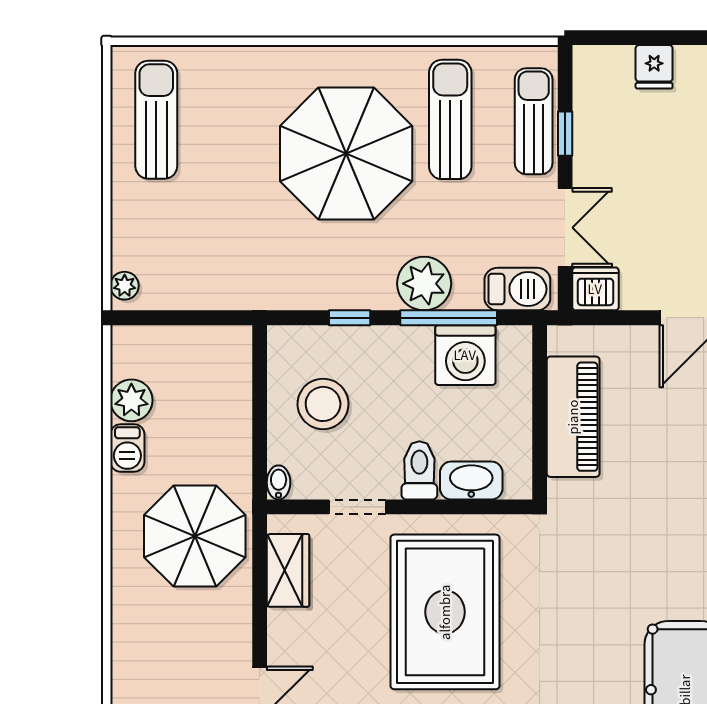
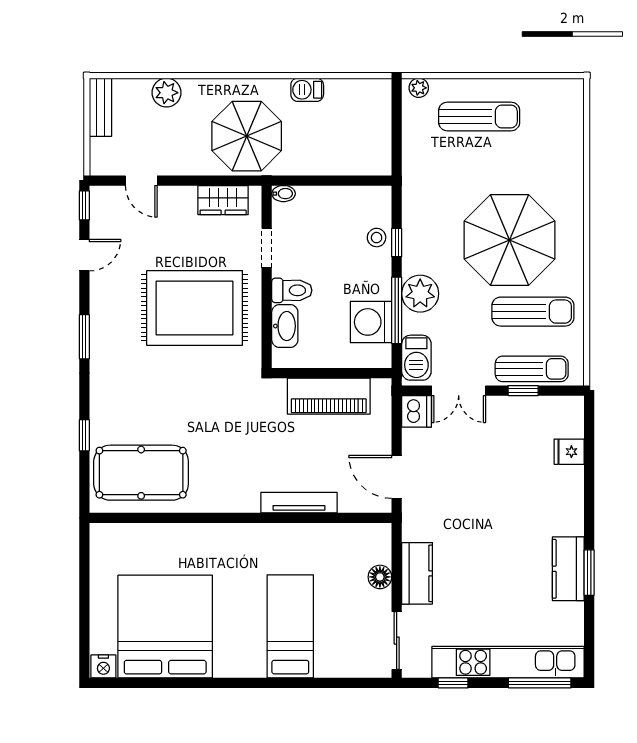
sun lounger: (156, 120) -> (479, 116), moved
plant: (131, 400) -> (166, 93), moved
stool: (323, 404) -> (377, 238), moved, width x0.53, depth x0.53

